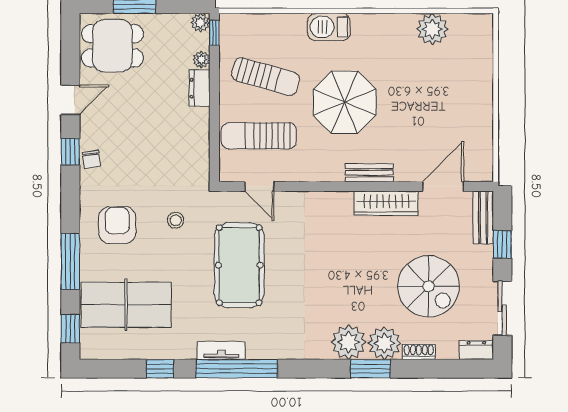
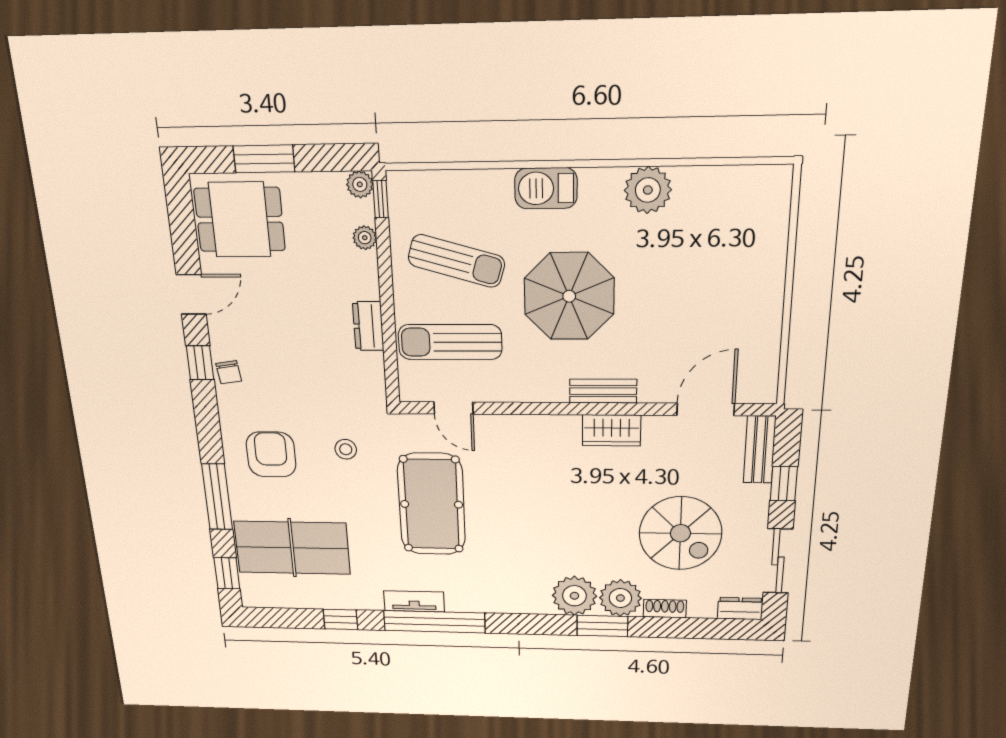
plant: (432, 29) -> (648, 190), moved
dresser: (199, 88) -> (368, 326), moved
wardrobe: (386, 203) -> (612, 430), width x0.67

